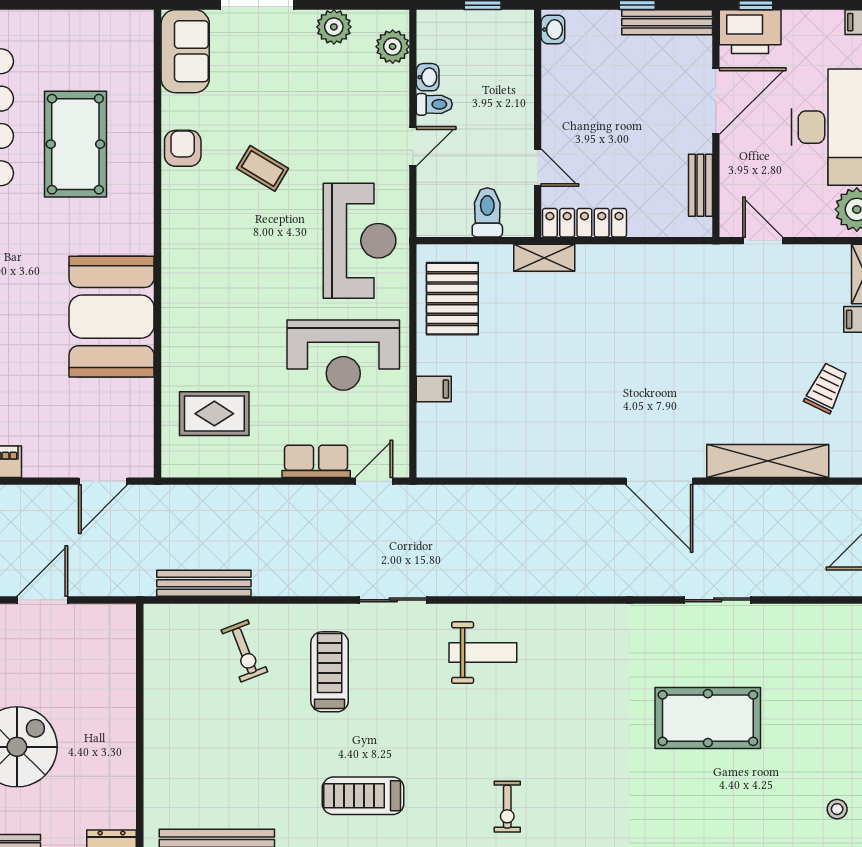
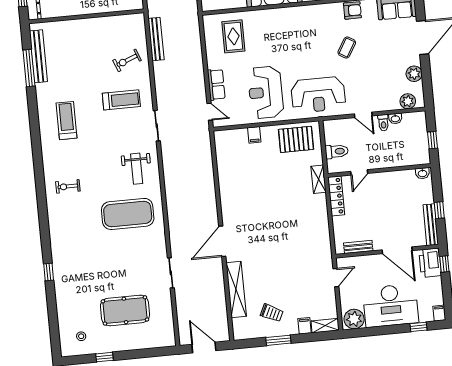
exercise mat: (580, 682) -> (128, 214), added
pool table: (708, 718) -> (125, 310), moved, turned 90

